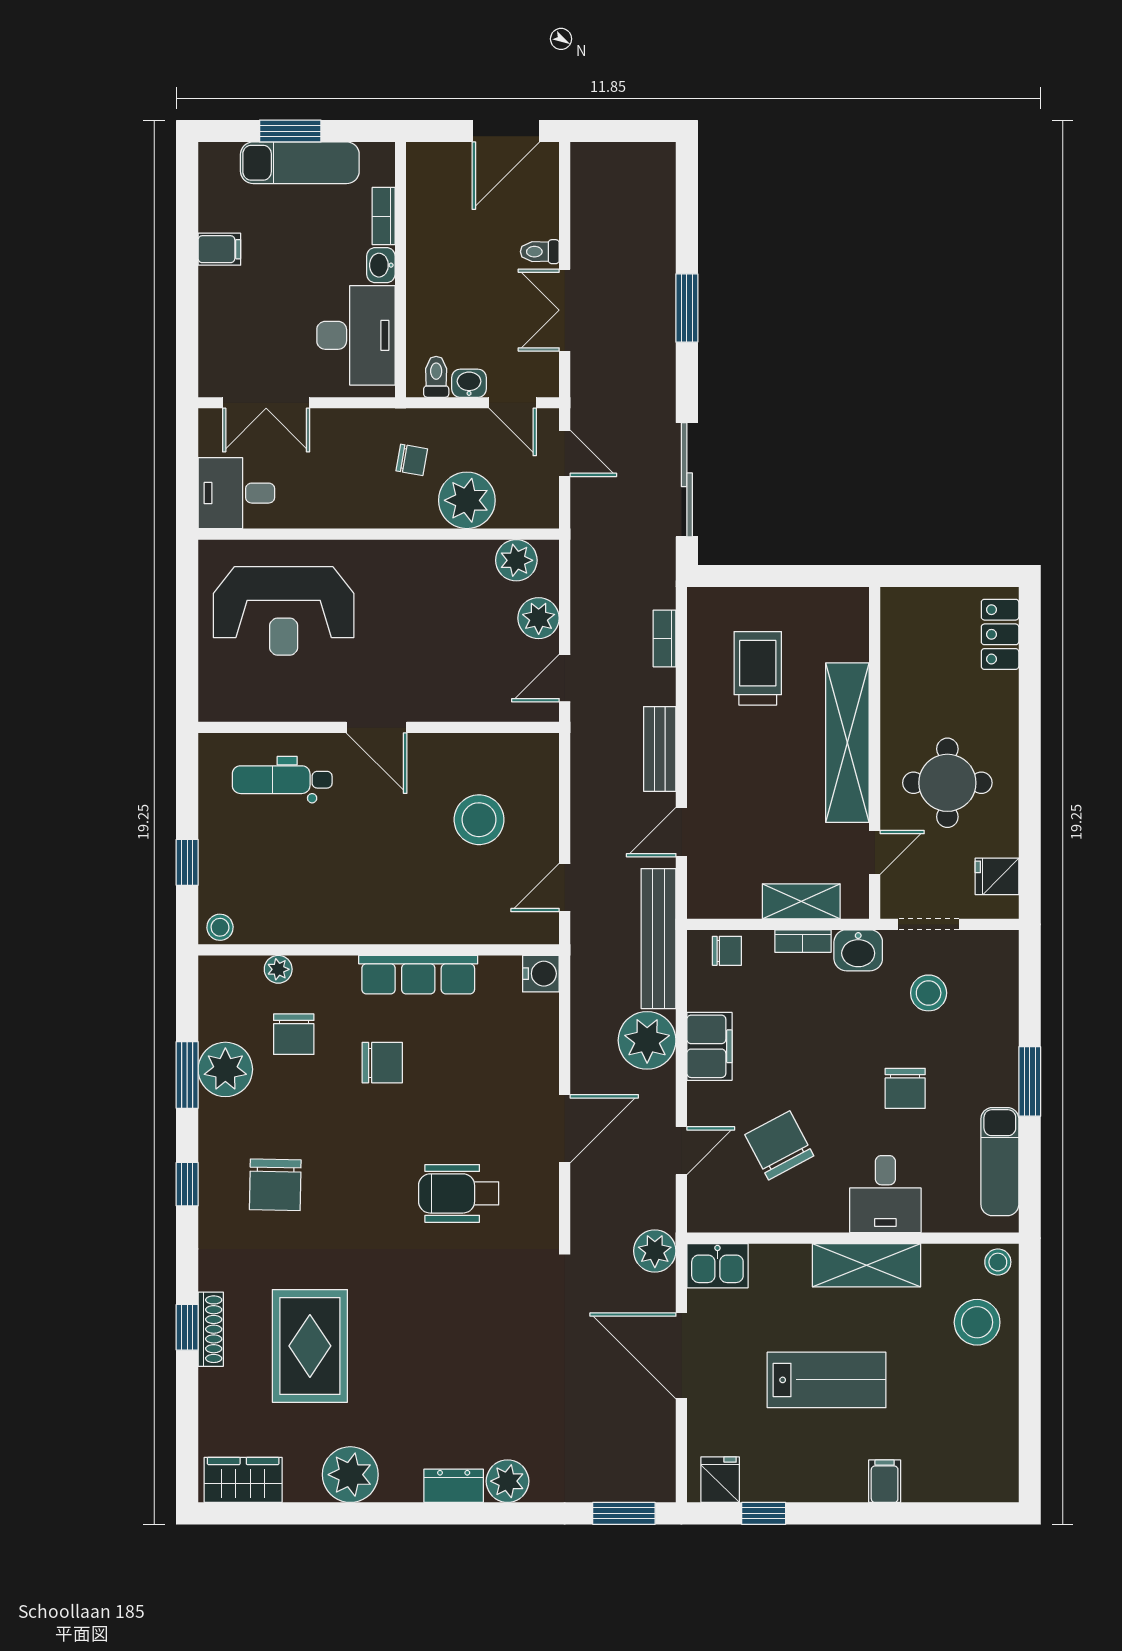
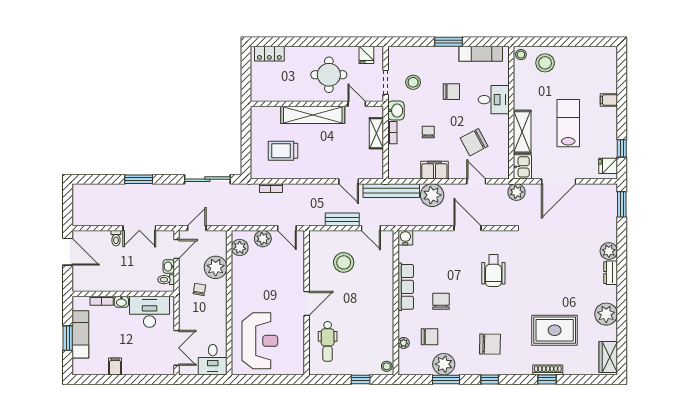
bench: (660, 749) -> (342, 219), moved
chair: (727, 951) -> (428, 132), moved
shelving: (866, 1265) -> (522, 132), moved

